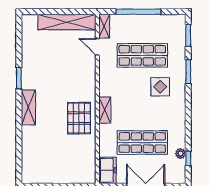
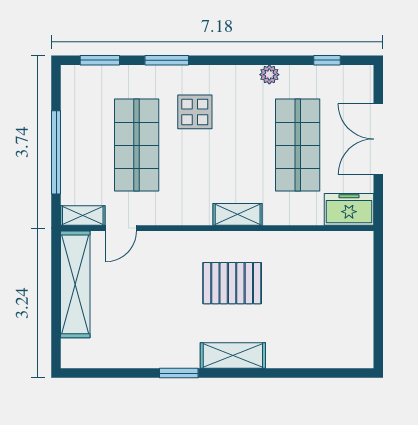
pallet: (79, 118) -> (232, 283), moved
plant: (180, 154) -> (269, 75), moved

